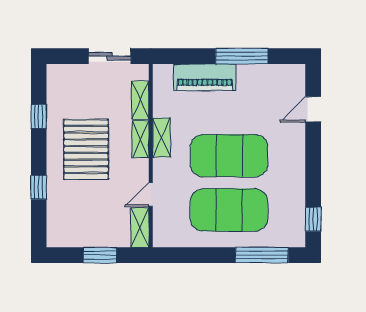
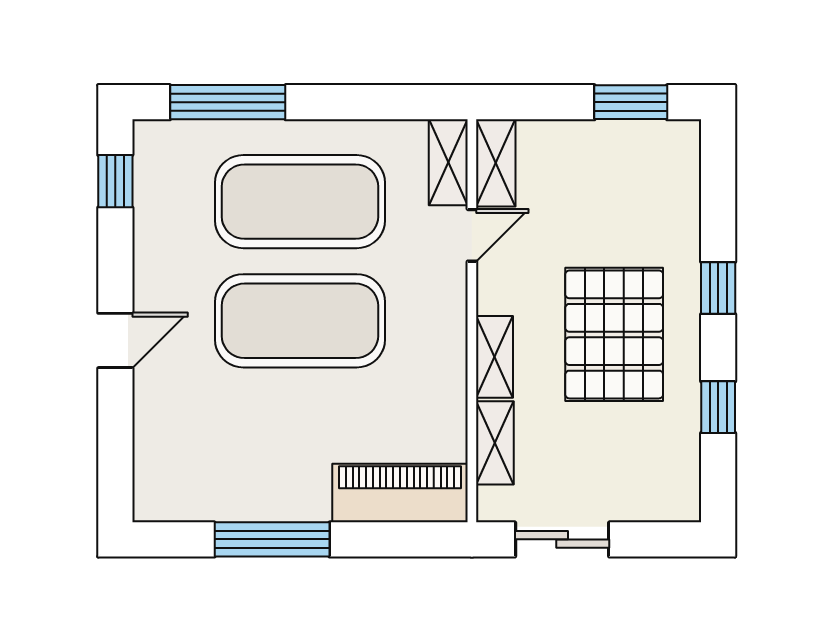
piano: (205, 77) -> (400, 493), moved
door: (313, 109) -> (115, 340), moved
shelving: (162, 138) -> (448, 162), moved
window: (39, 187) -> (718, 288), moved
window: (100, 255) -> (631, 102), moved

